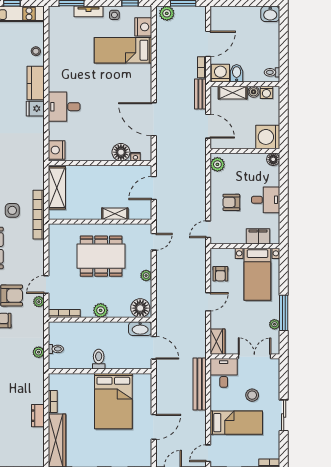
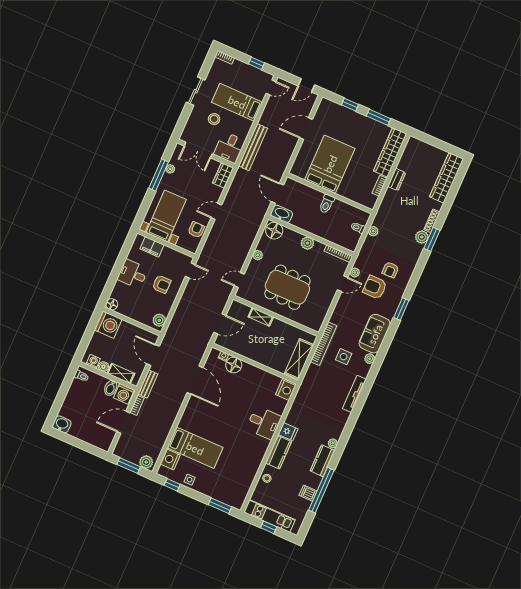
tv unit: (88, 11) -> (210, 492), removed

